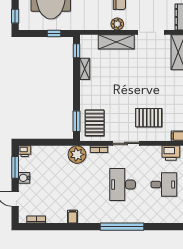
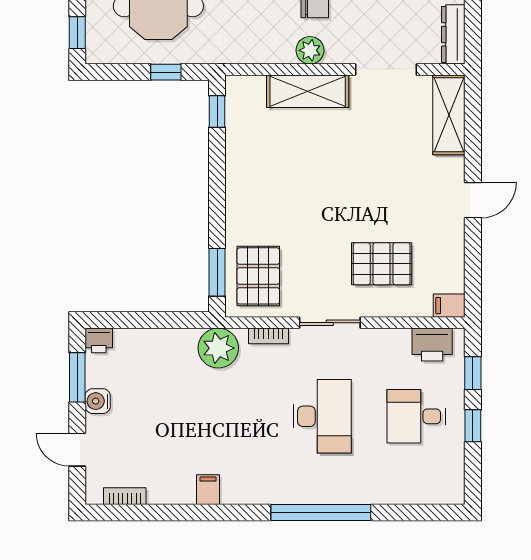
shelving: (85, 69) -> (236, 153), removed
desk: (123, 184) -> (322, 416), turned 180
desk: (164, 184) -> (416, 416), turned 180

